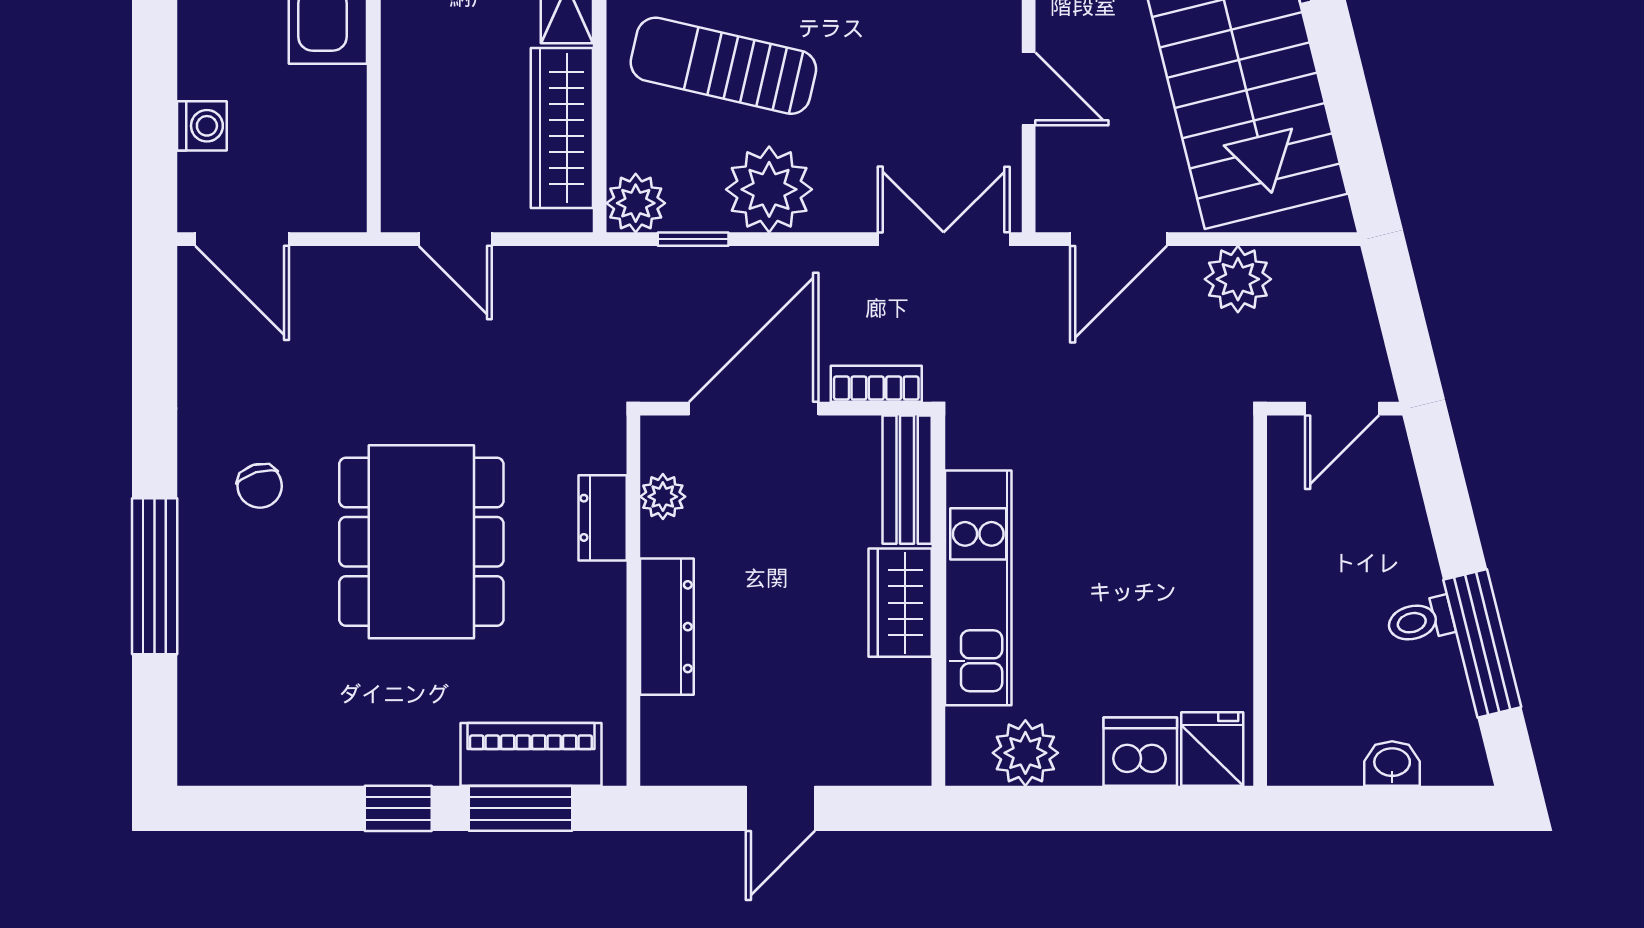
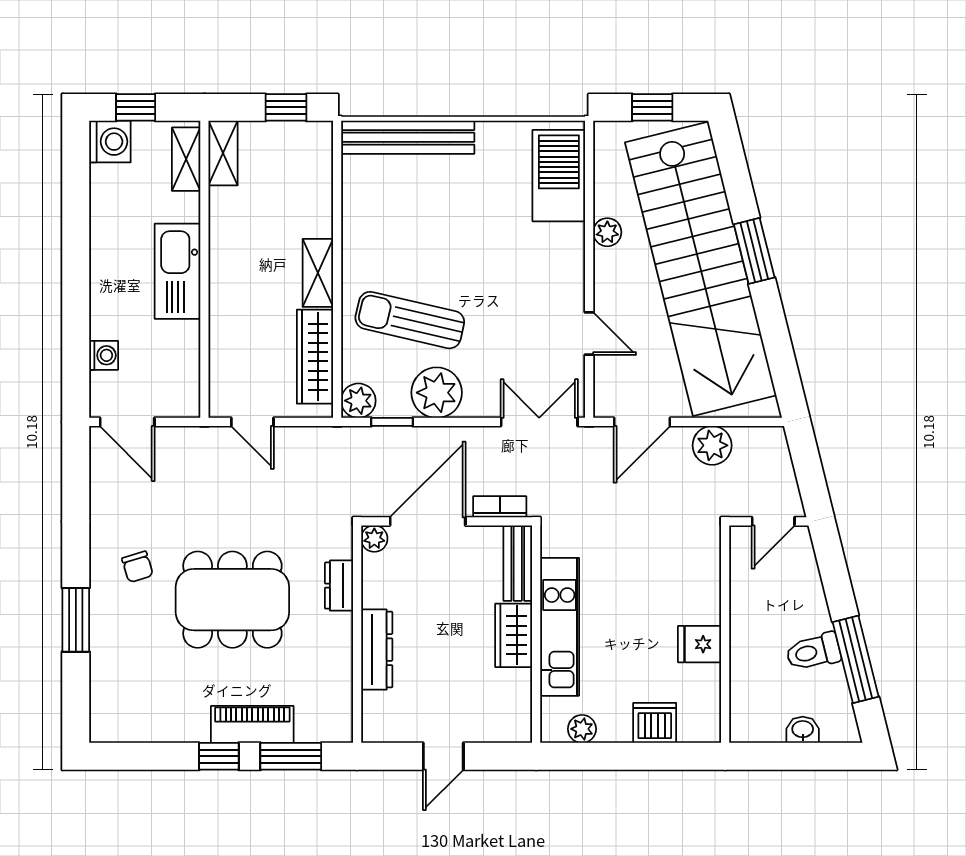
plant: (663, 497) -> (374, 539), moved
dining table: (421, 542) -> (232, 600), turned 90
window: (155, 576) -> (76, 620), width x0.69
toilet: (1420, 620) -> (813, 652), width x1.37, depth x1.39
fridge: (1212, 749) -> (700, 644), moved, turned -90
plant: (1025, 753) -> (582, 729), width x0.73, depth x0.73
piano: (531, 754) -> (252, 724), moved

